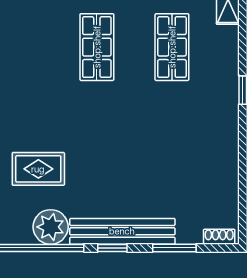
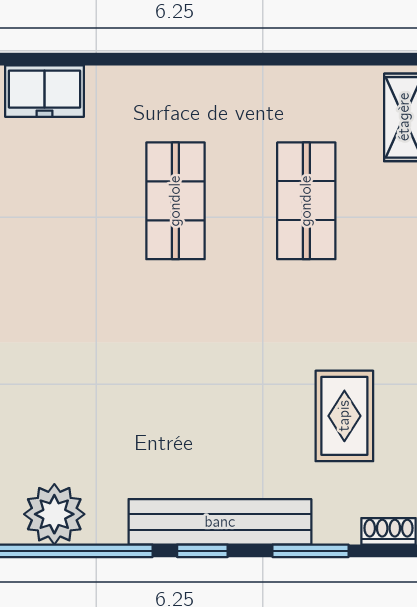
rug: (38, 169) -> (344, 416), moved, turned 90
plant: (51, 227) -> (54, 514), moved

